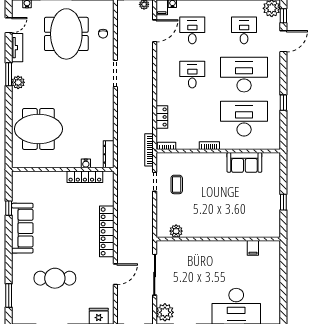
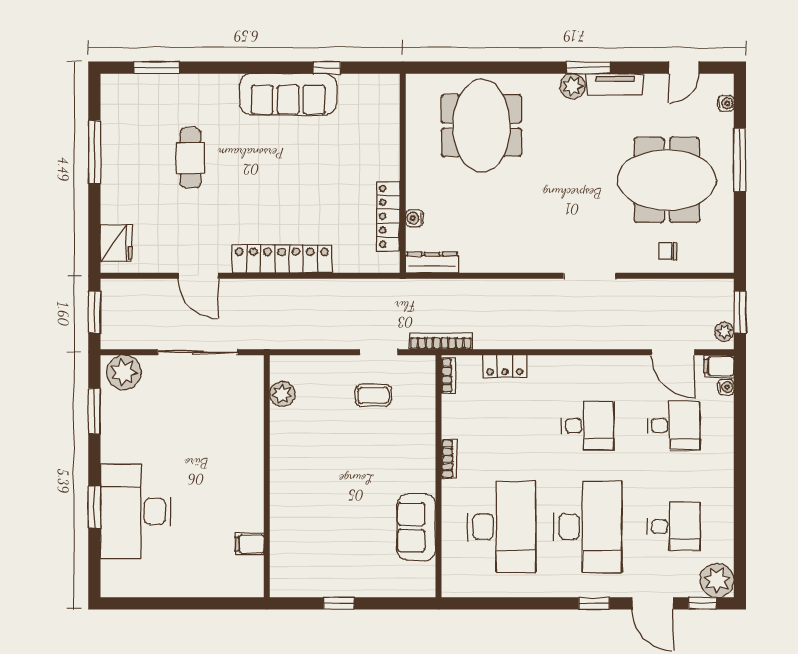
door: (9, 25) -> (684, 68), hinge flipped
tv unit: (17, 48) -> (615, 84), moved
window: (283, 103) -> (594, 603), moved
cafe table: (55, 278) -> (190, 158), width x0.73, depth x0.74

